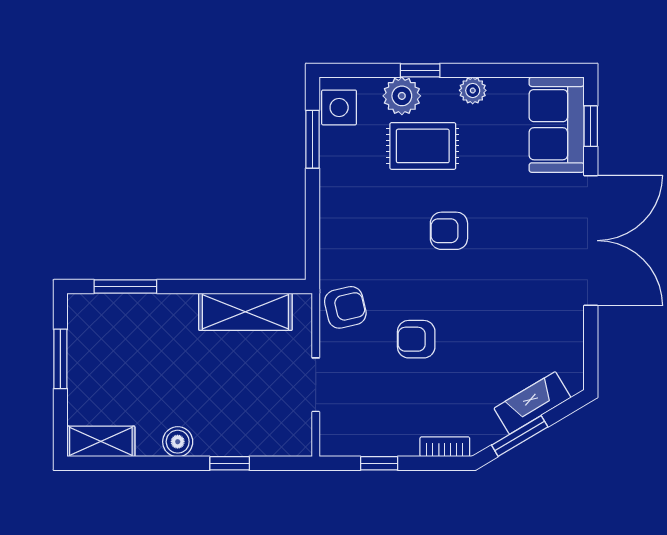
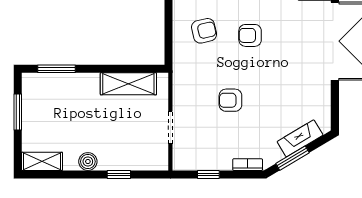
armchair: (345, 307) -> (204, 31), moved

